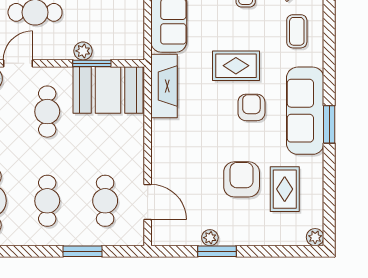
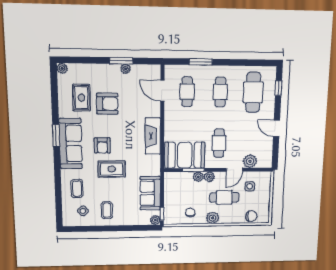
plant: (63, 51) -> (209, 177), added
fireplace: (164, 86) -> (153, 136), moved
armchair: (242, 179) -> (107, 104), turned -90

